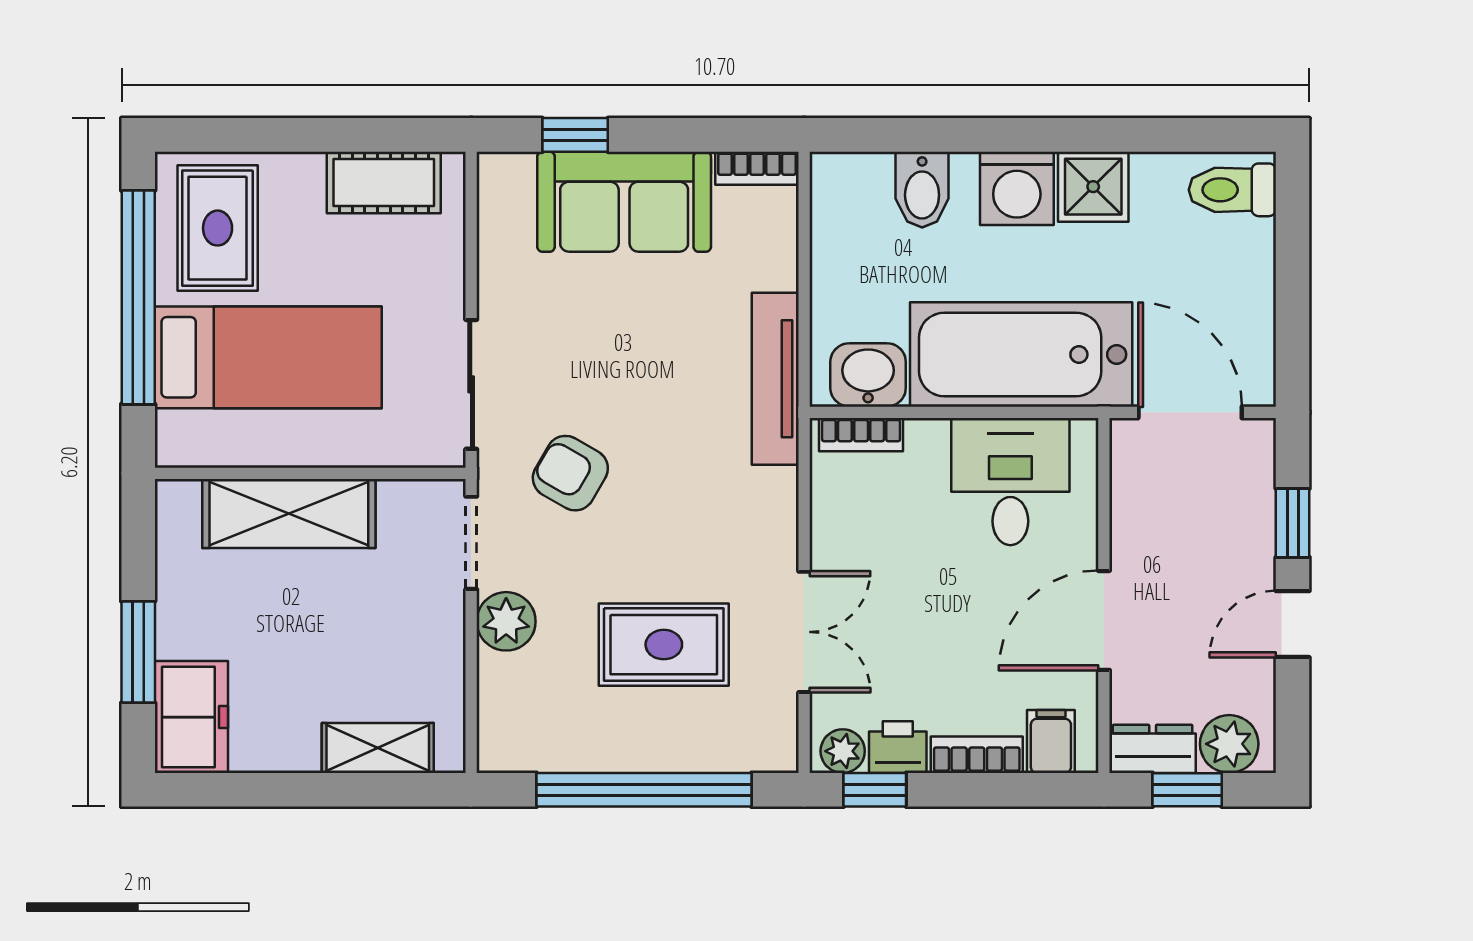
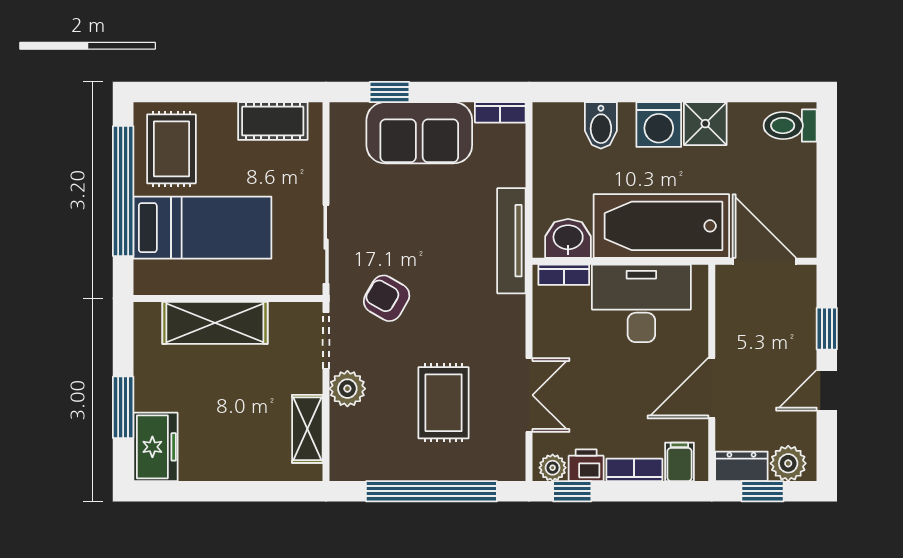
desk: (1010, 482) -> (641, 303), width x1.37
rug: (664, 645) -> (444, 403), turned 90
shelving: (378, 748) -> (307, 429), moved, turned 90

